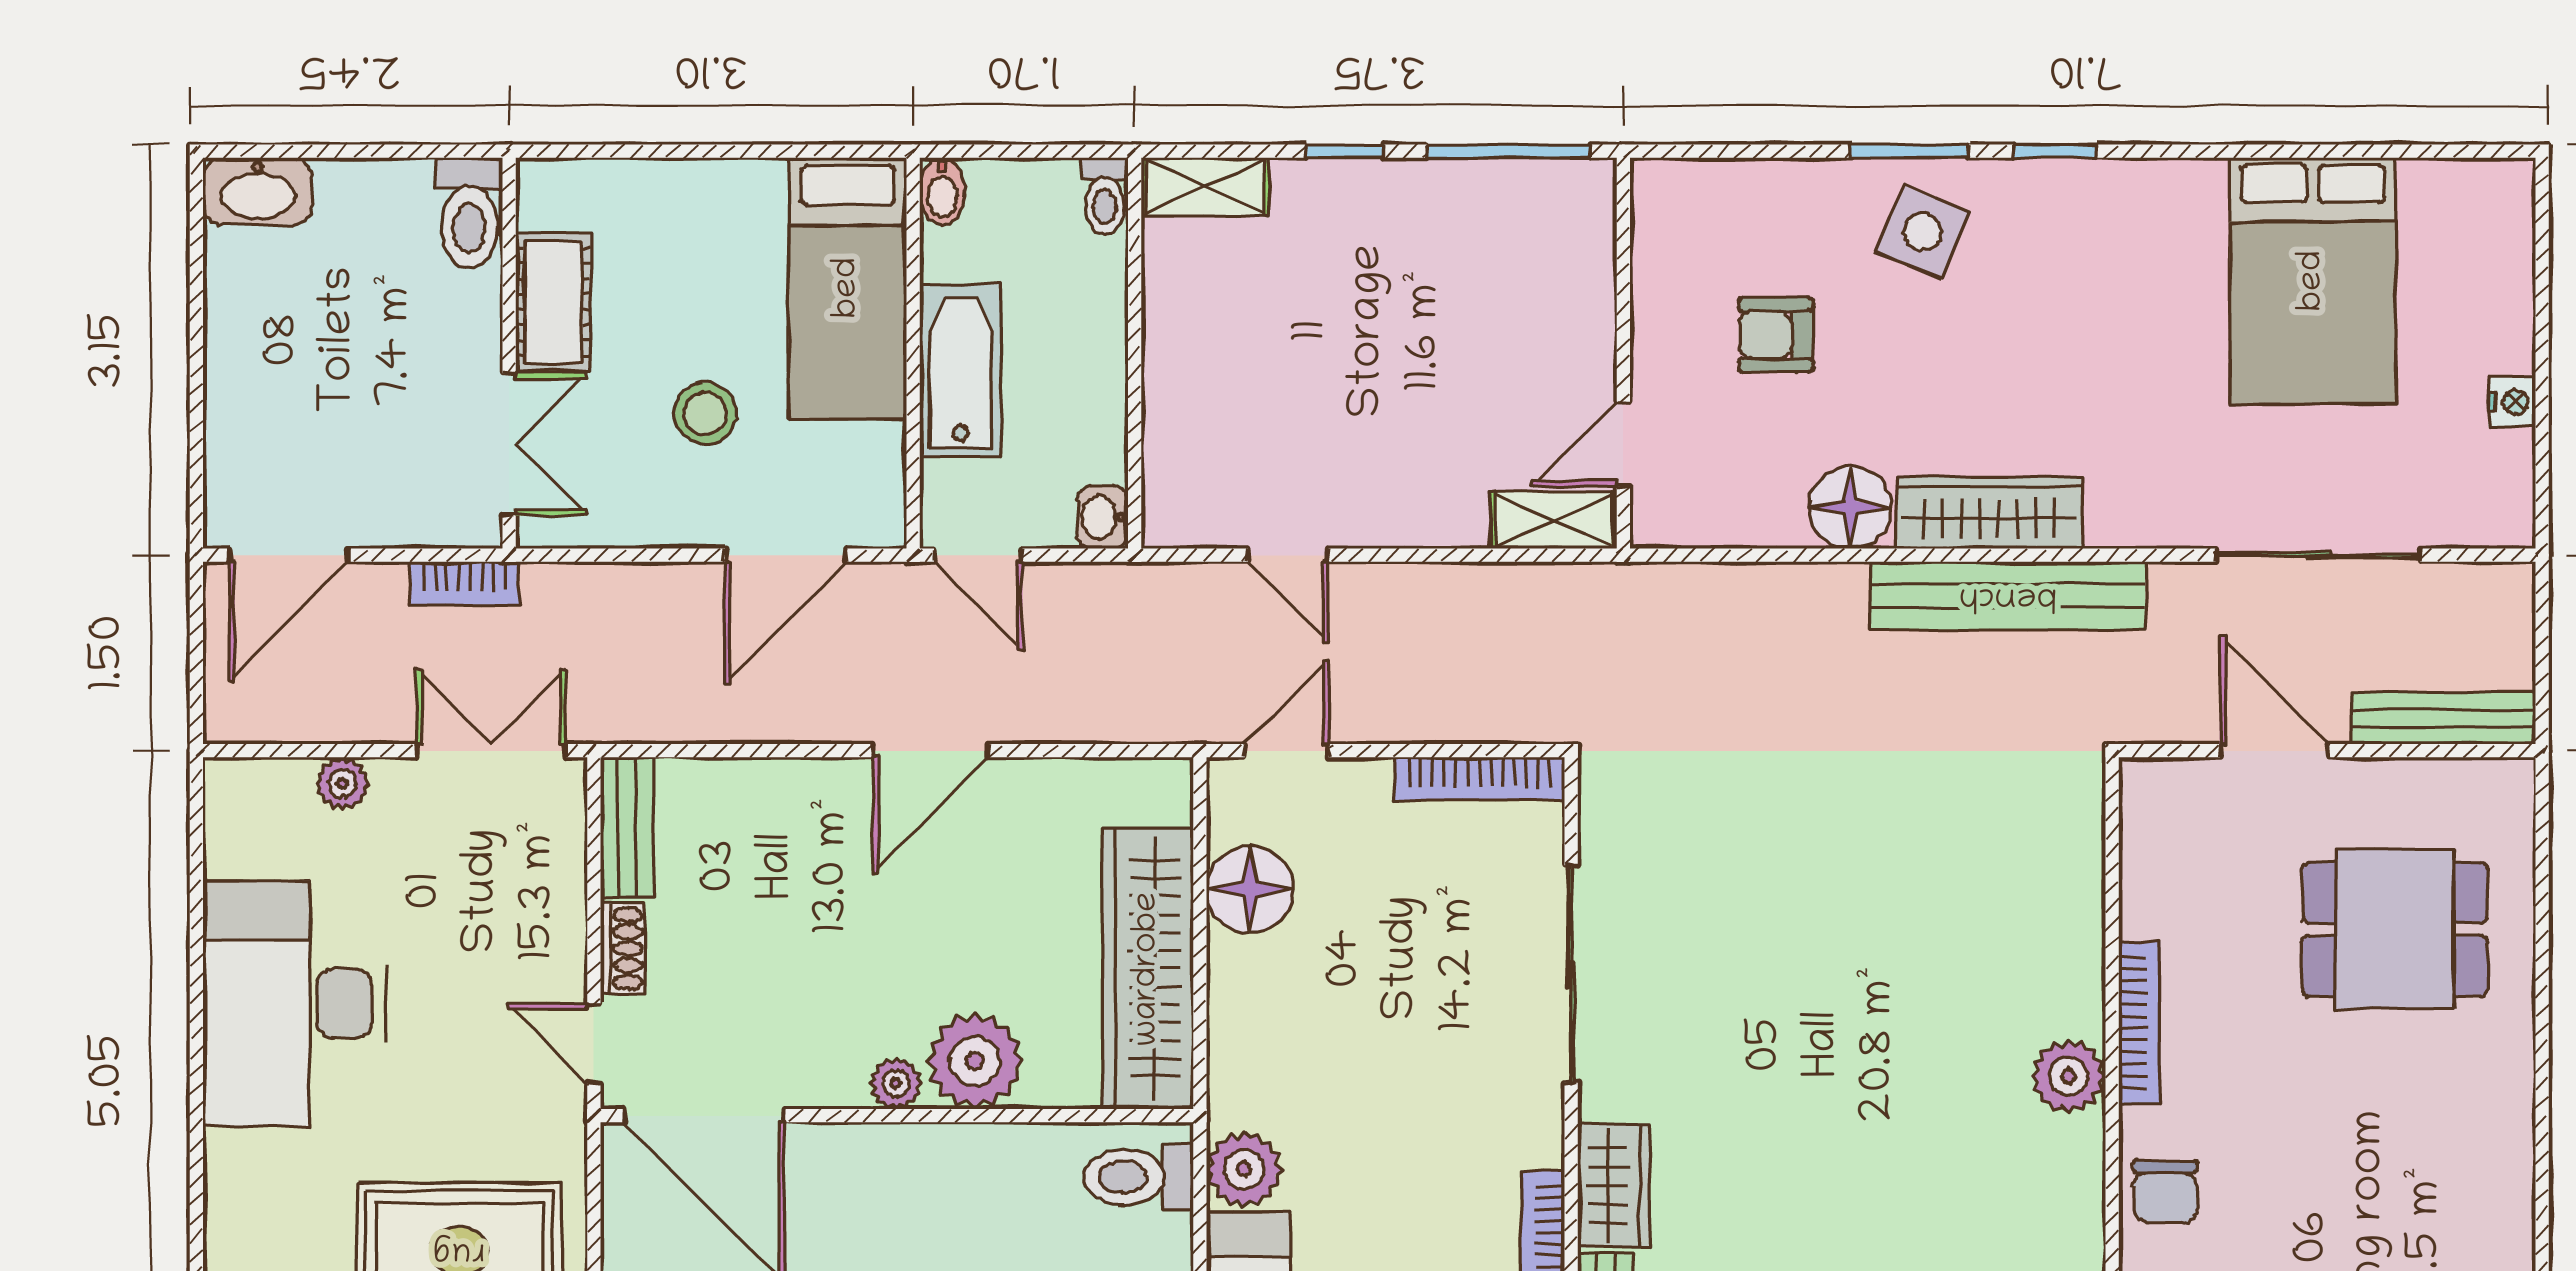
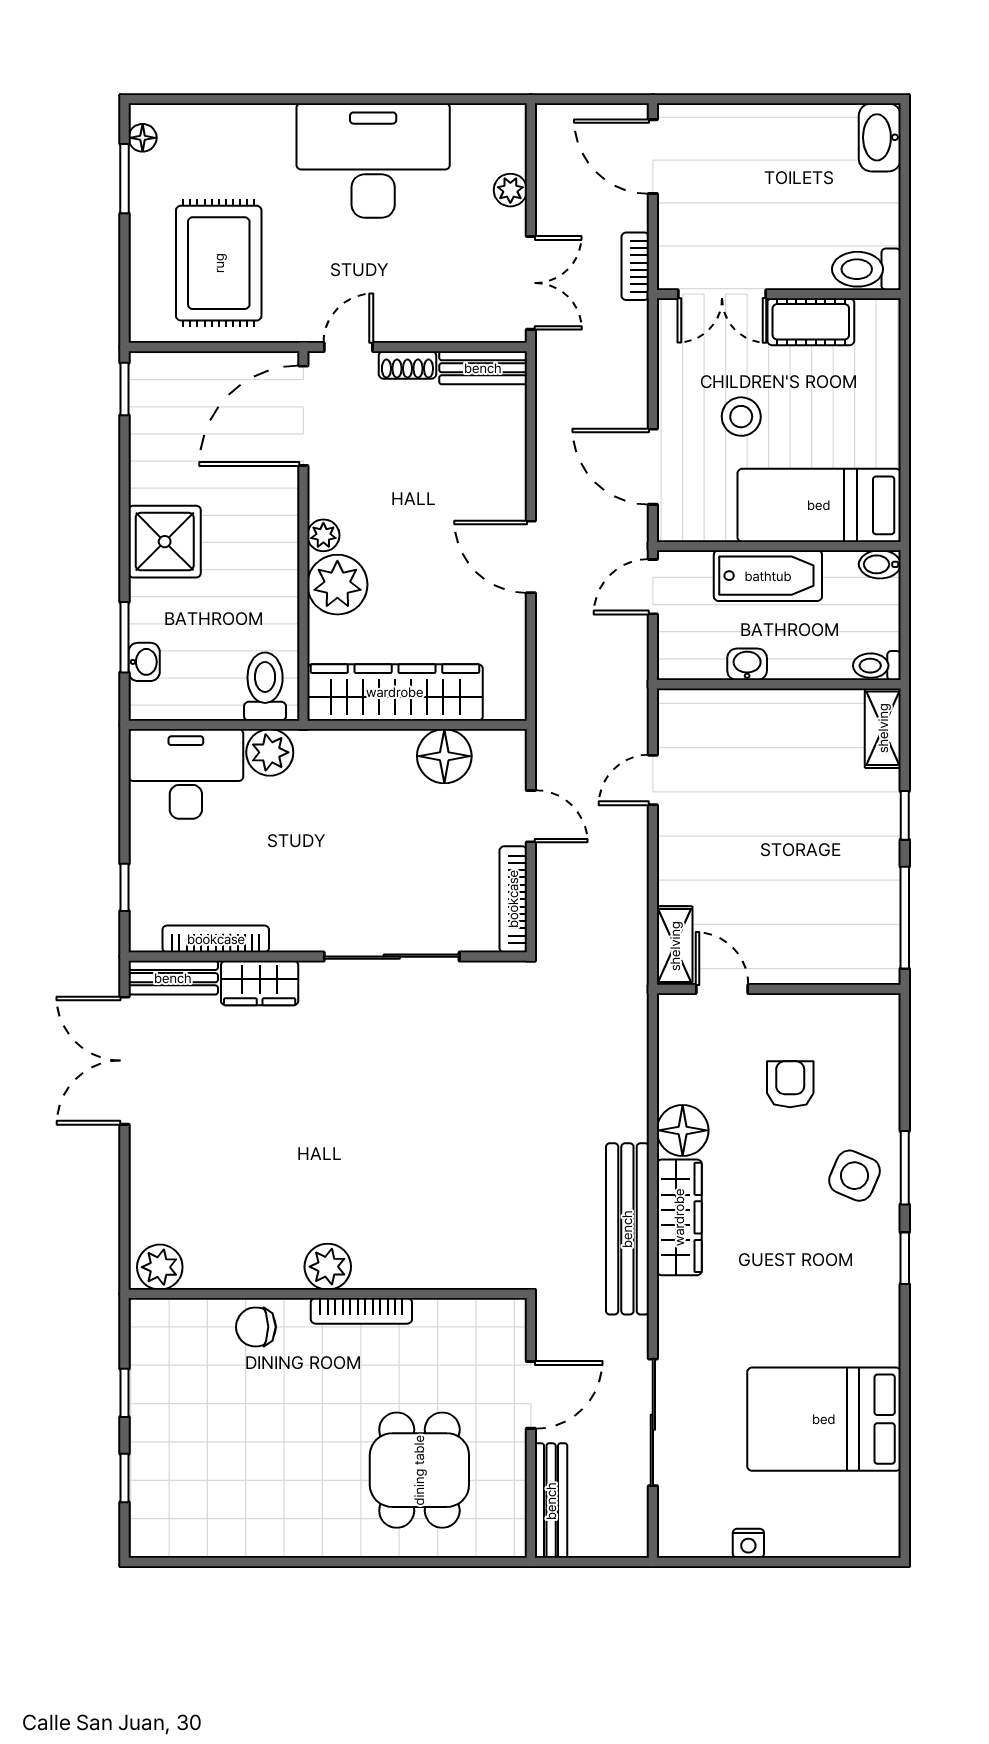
washbasin: (1103, 517) -> (747, 664), moved
door: (1287, 751) -> (531, 816), moved

